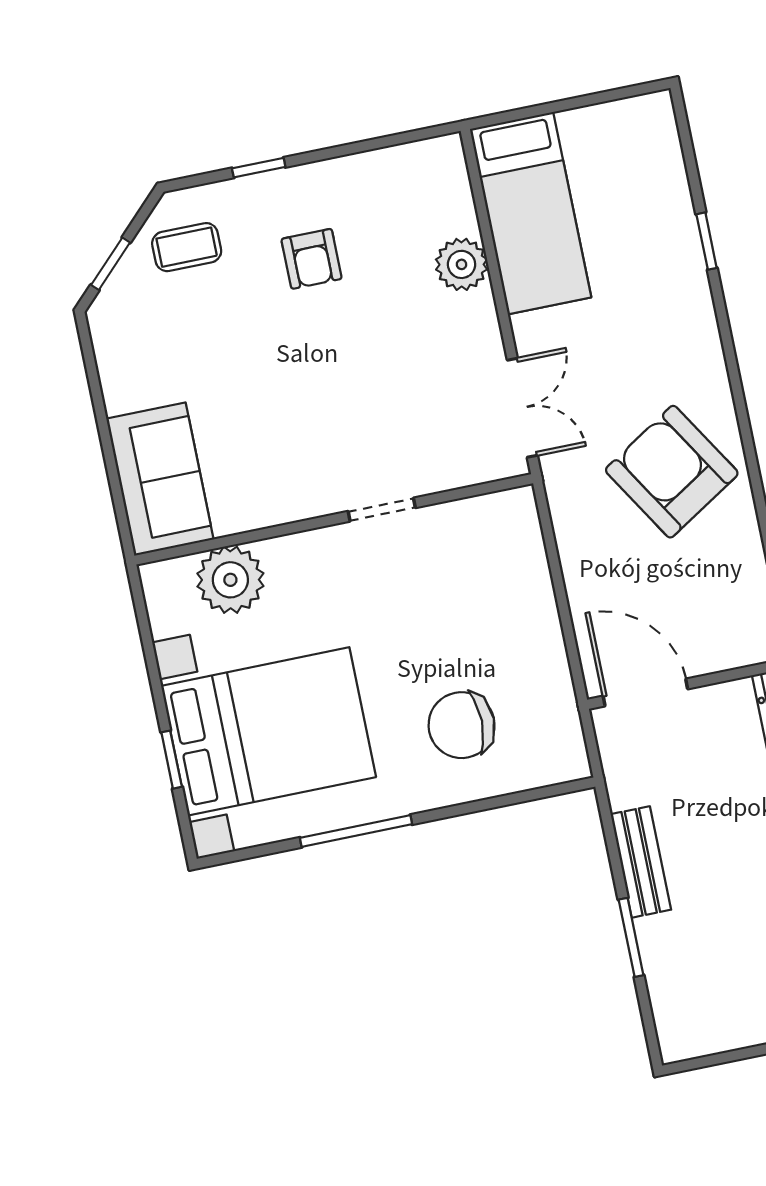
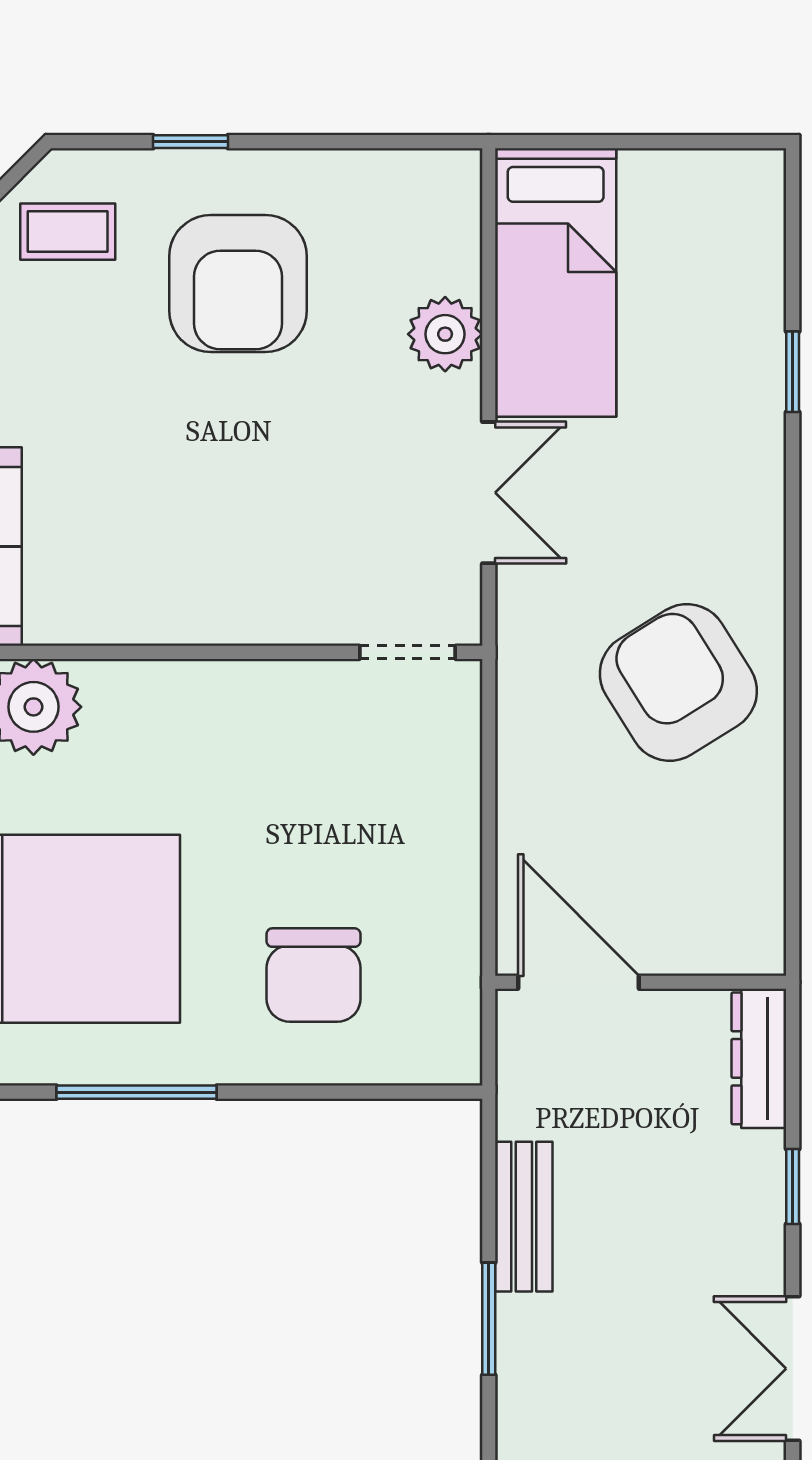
armchair: (312, 259) -> (238, 284), width x1.88, depth x1.88
double door: (522, 408) -> (489, 493), moved
doorway: (382, 510) -> (408, 652), moved
chair: (462, 725) -> (313, 975), turned -90

